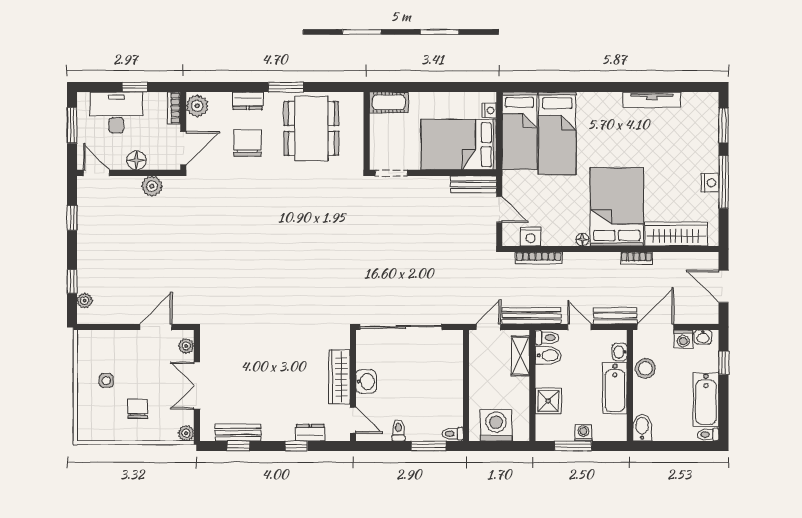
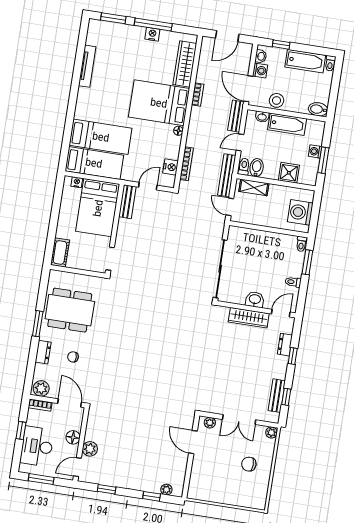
chair: (248, 143) -> (73, 357), width x0.54, depth x0.54
plant: (152, 186) -> (90, 449), moved
side table: (106, 381) -> (225, 483), removed

